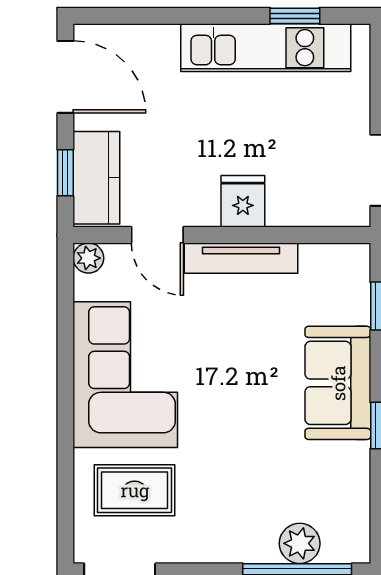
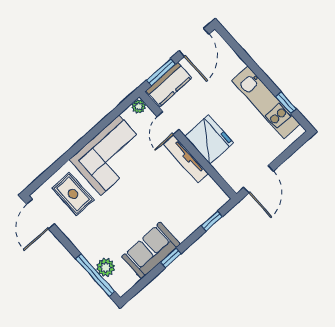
window: (65, 173) -> (161, 72), width x1.50
fridge: (243, 201) -> (209, 139), width x1.88, depth x1.34
sofa: (338, 383) -> (151, 250), moved

